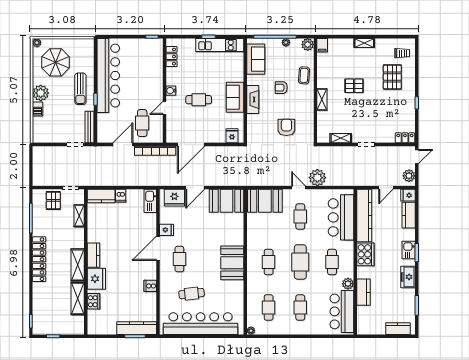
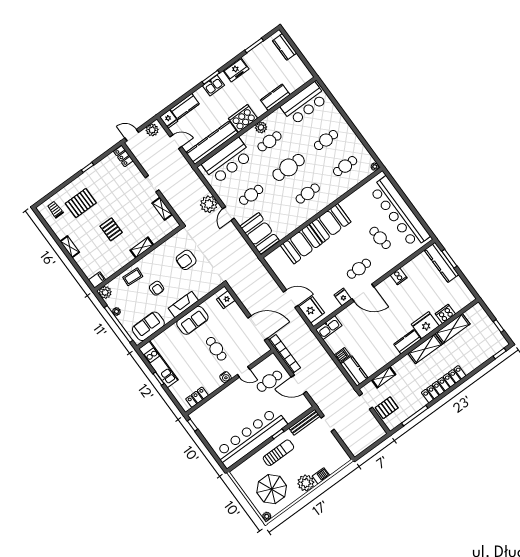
booth: (226, 201) -> (301, 244), moved, turned 90
plant: (348, 284) -> (261, 127), moved

